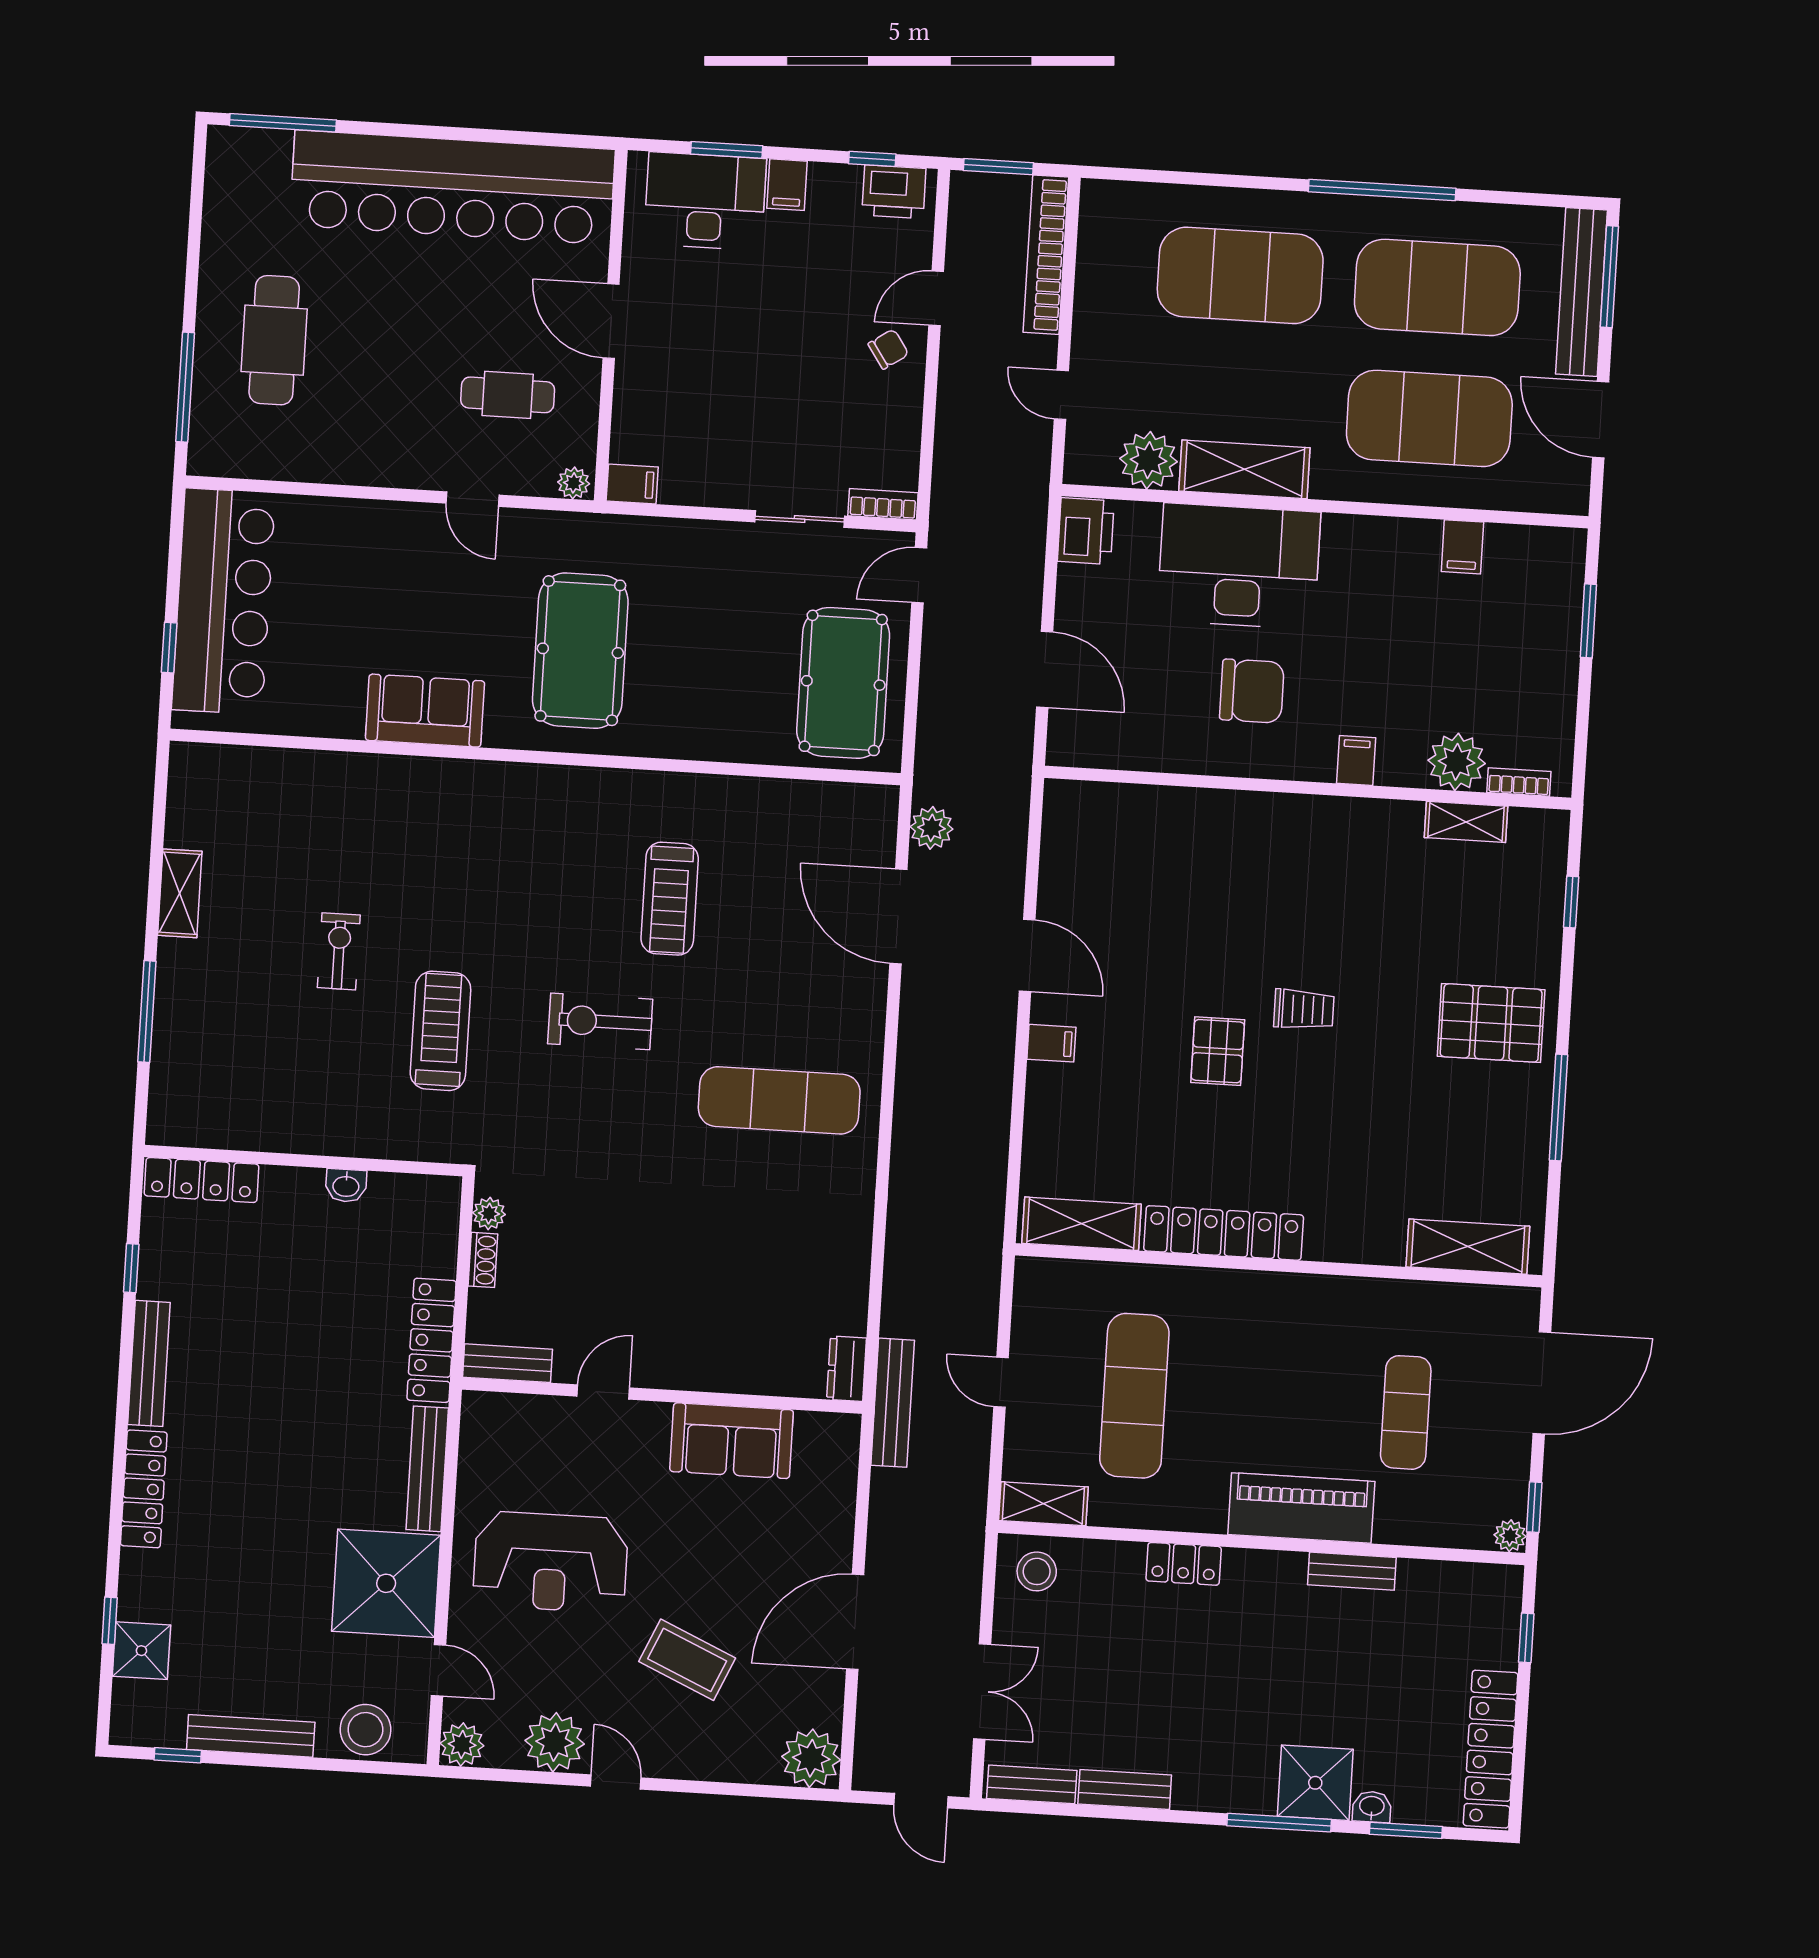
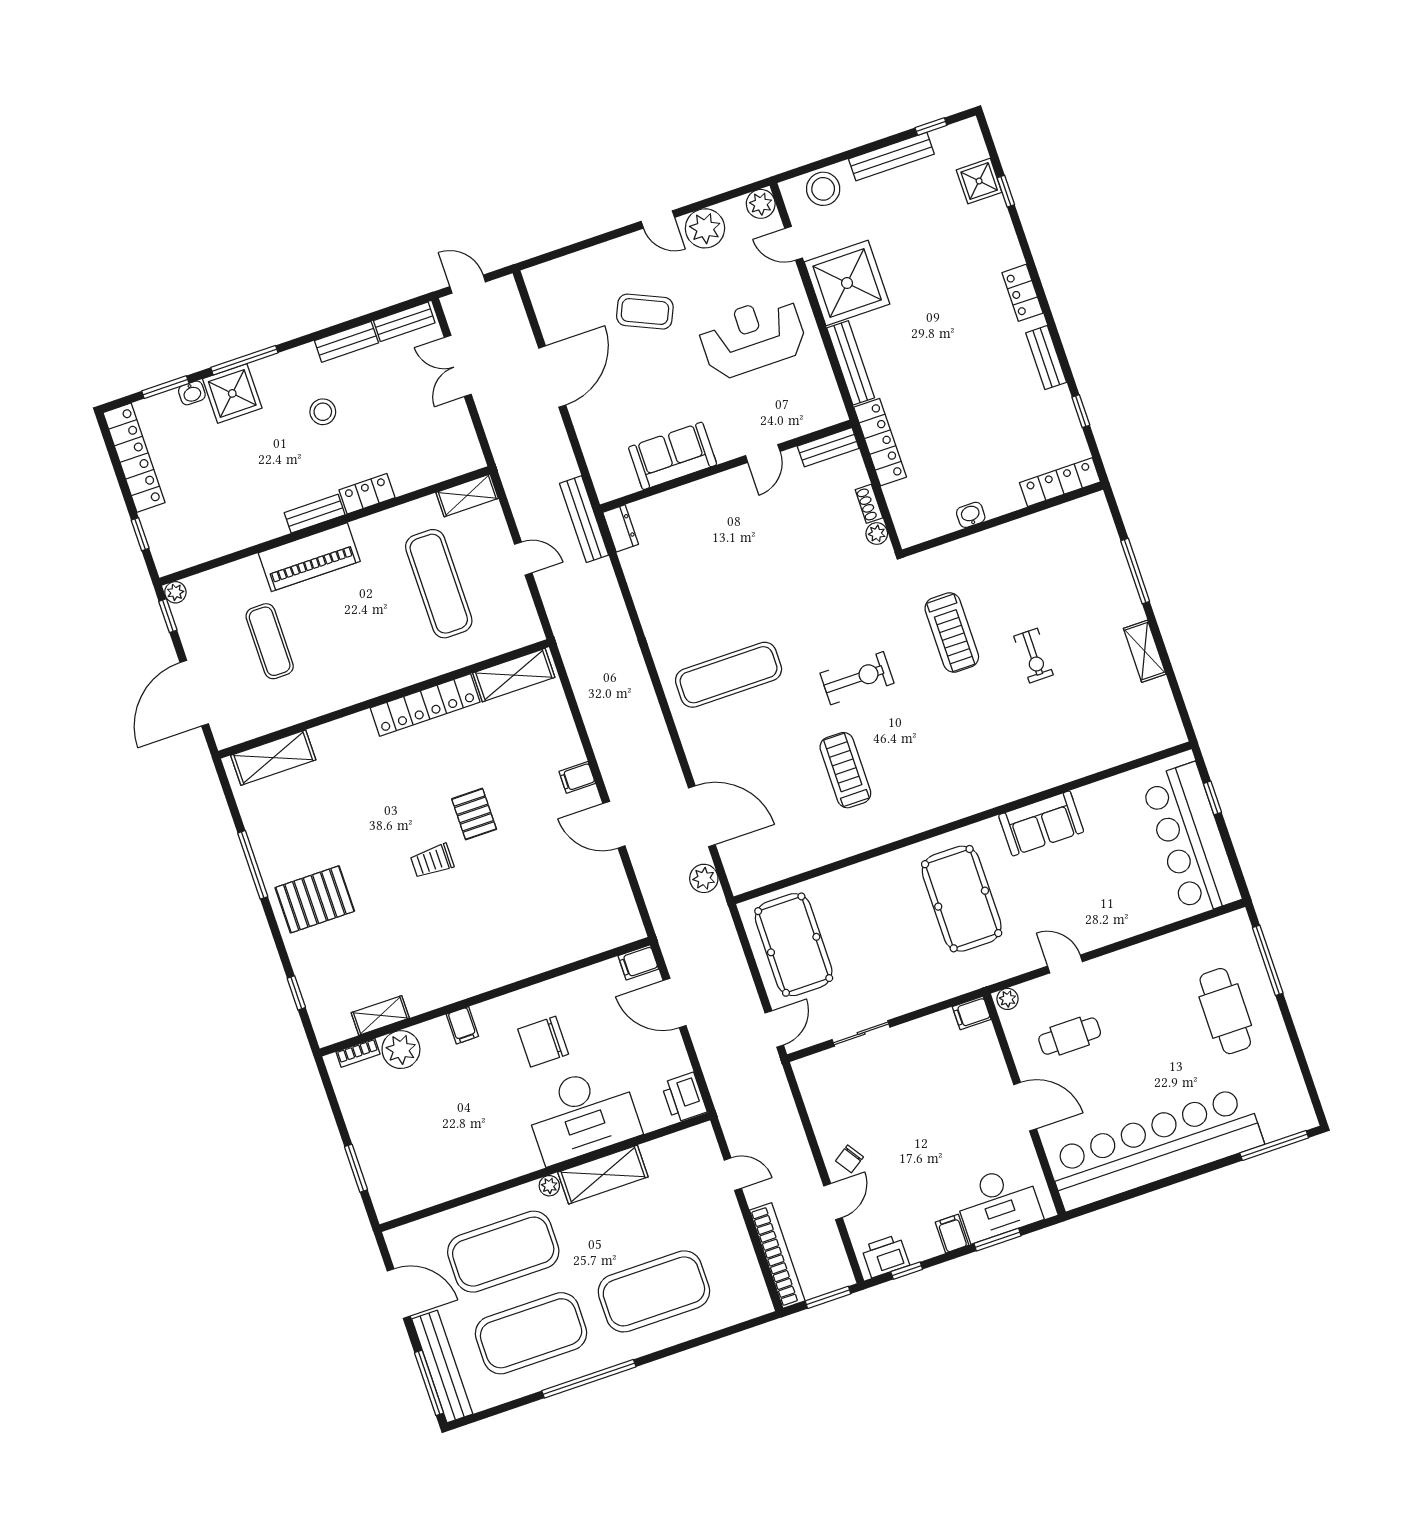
plant: (1148, 460) -> (549, 1186), moved, width x0.53, depth x0.53
bookcase: (883, 504) -> (814, 1063), removed
filing cabinet: (1462, 547) -> (638, 962), moved, turned -90
bench: (149, 1363) -> (1046, 358), width x0.73
locker: (144, 1489) -> (1022, 293), width x0.66
stool: (1037, 1571) -> (323, 412), moved
bench: (1352, 1571) -> (315, 514), moved
plant: (811, 1758) -> (545, 283), removed

